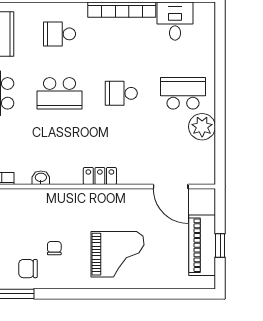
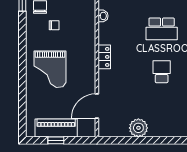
school desk: (59, 93) -> (162, 29), turned -90
school desk: (183, 93) -> (162, 115), removed

